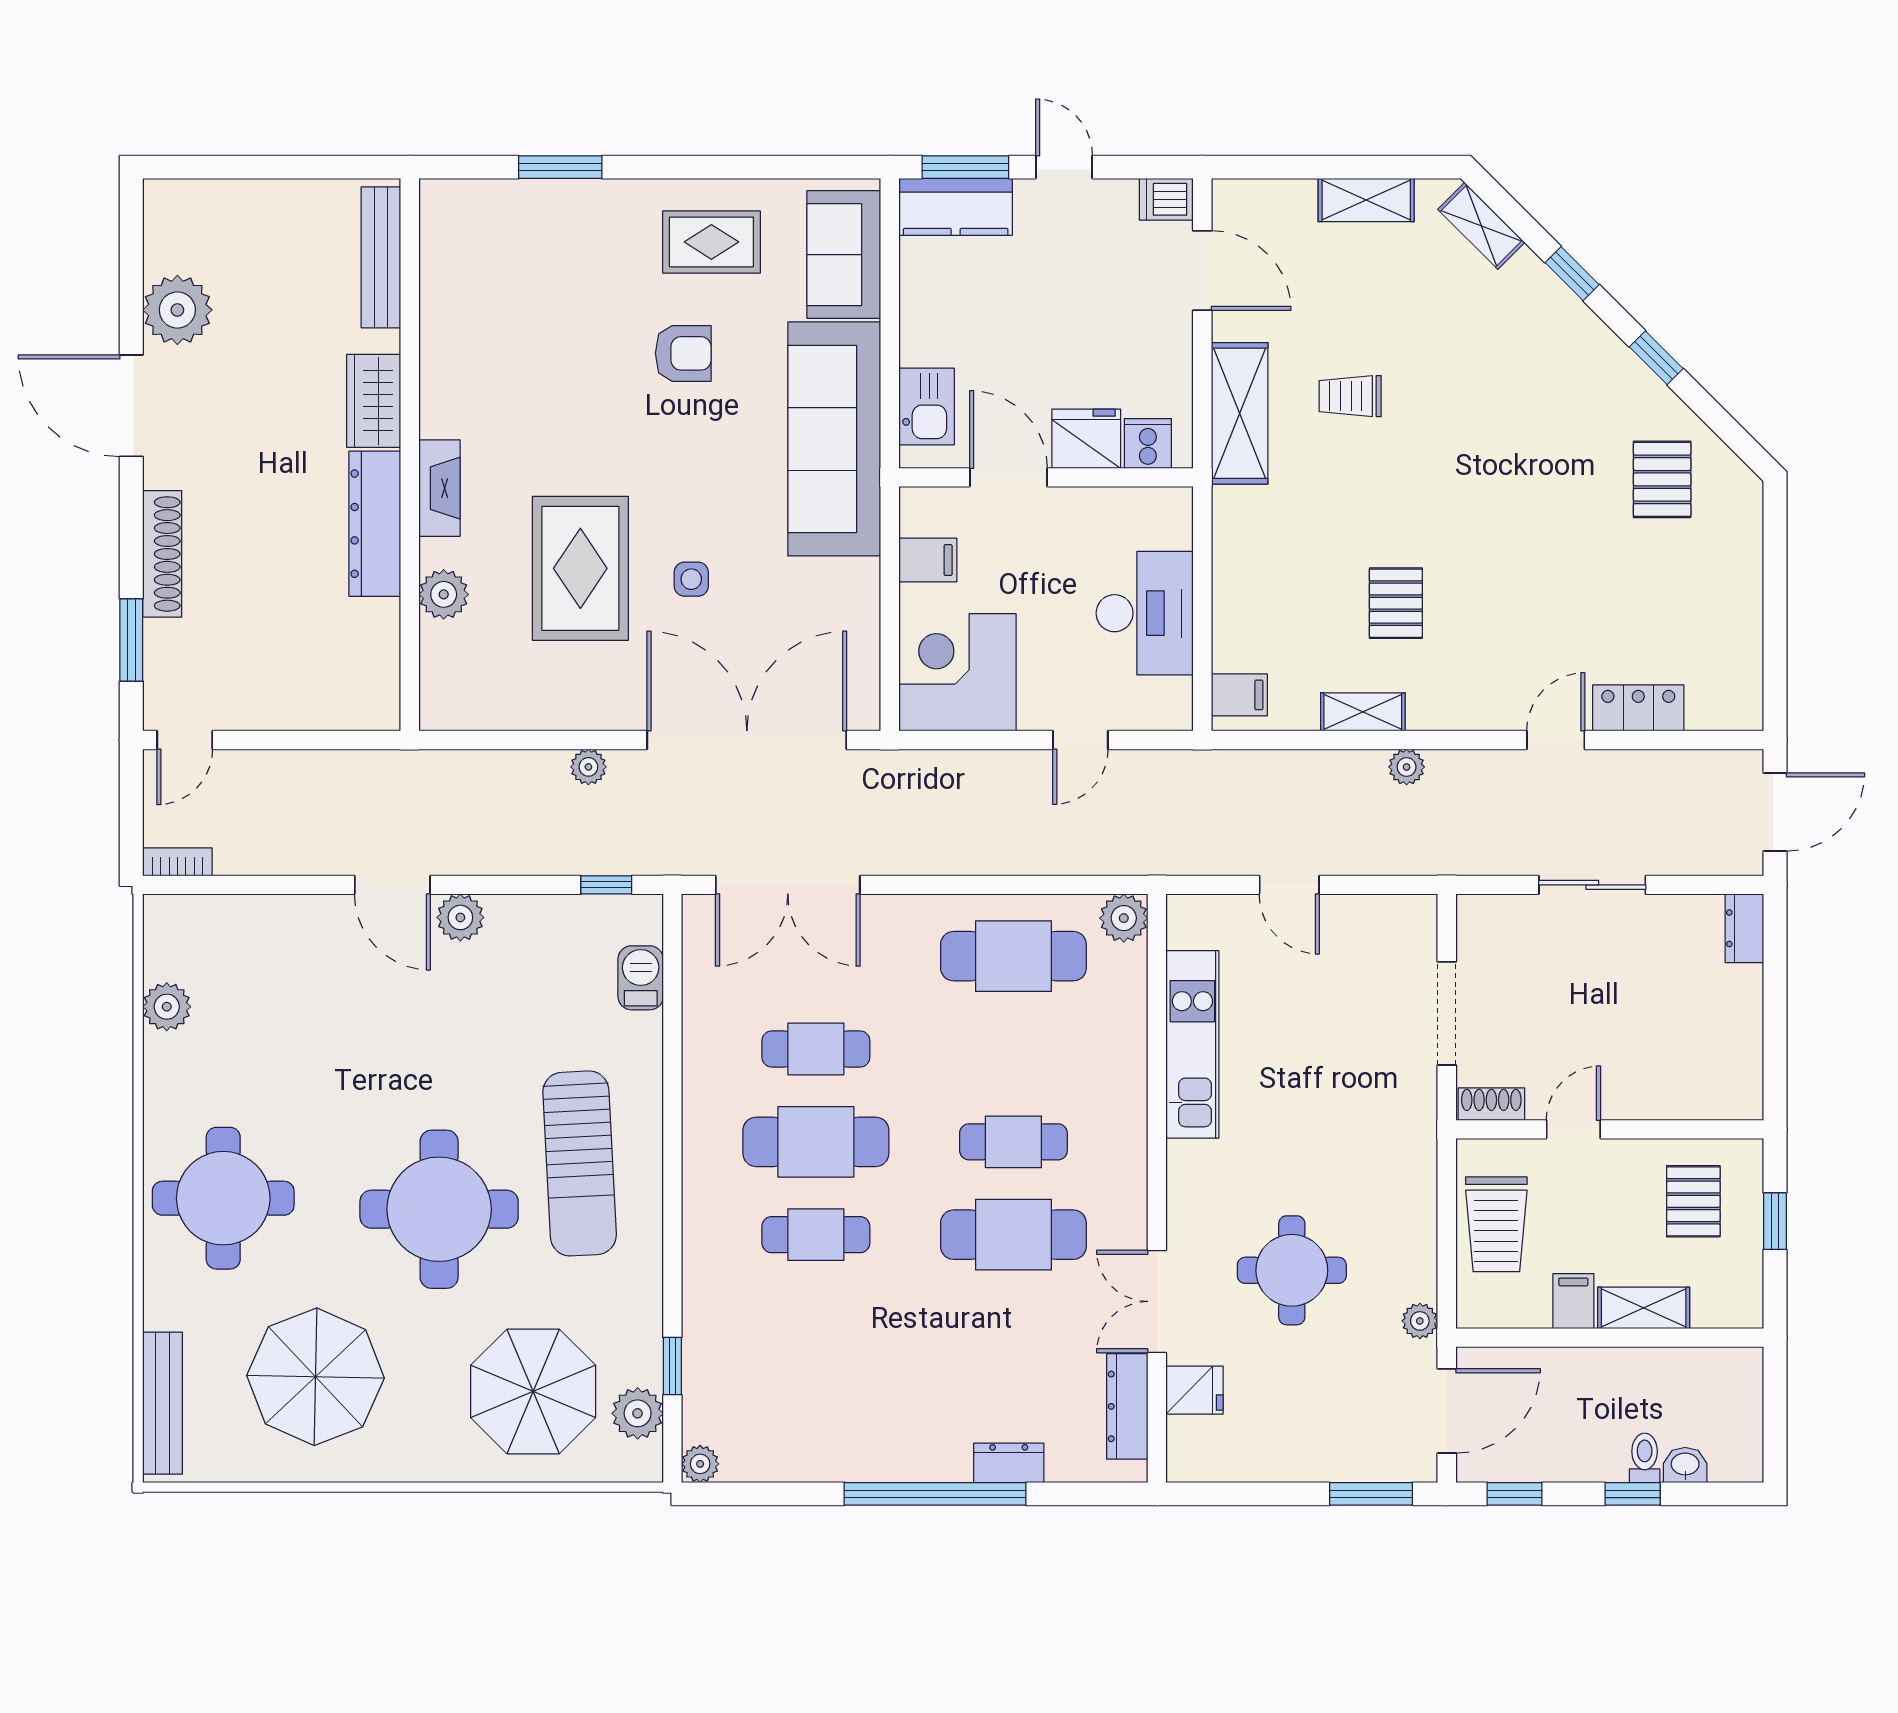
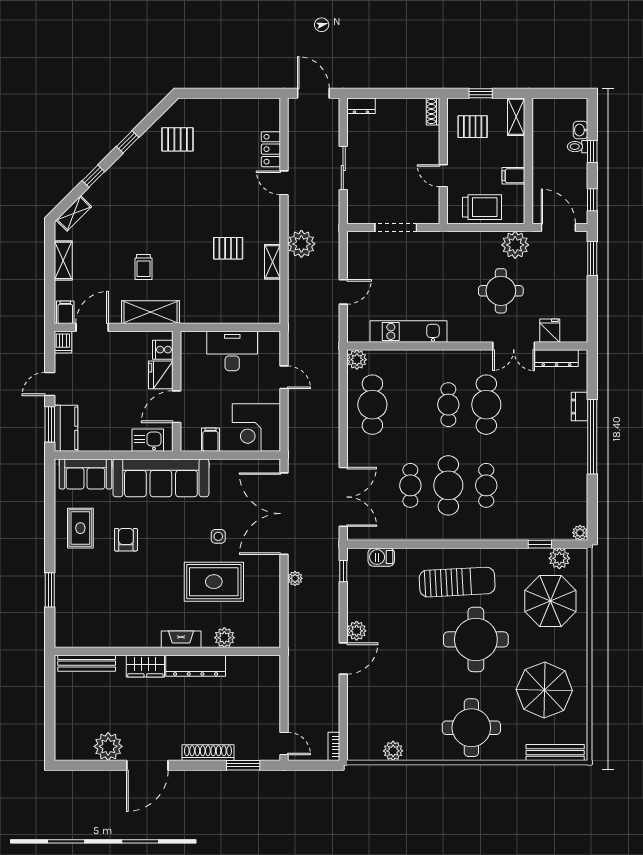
filing cabinet: (1239, 695) -> (65, 312), moved
plant: (1407, 767) -> (301, 244), width x1.87, depth x1.87
shoe rack: (1491, 1104) -> (433, 112), moved
shelving: (1644, 1308) -> (516, 117), moved
plant: (1420, 1321) -> (515, 245), width x1.88, depth x1.88

